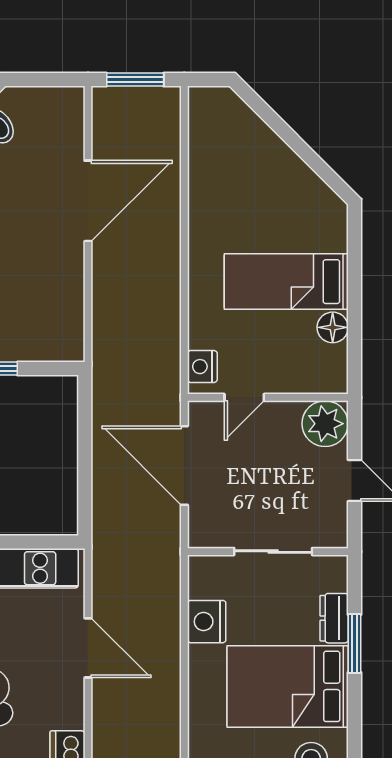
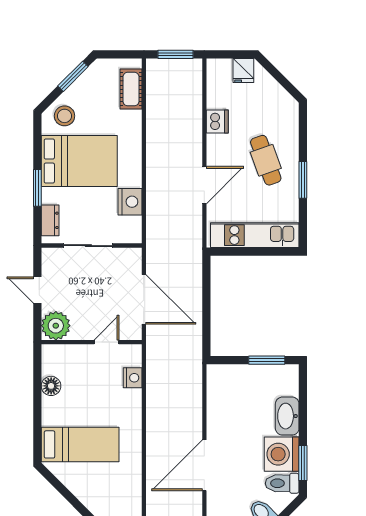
bed: (286, 282) -> (80, 444), moved
nightstand: (202, 367) -> (133, 378), moved
dresser: (334, 618) -> (50, 220), moved
door: (88, 648) -> (204, 185), swing flipped

